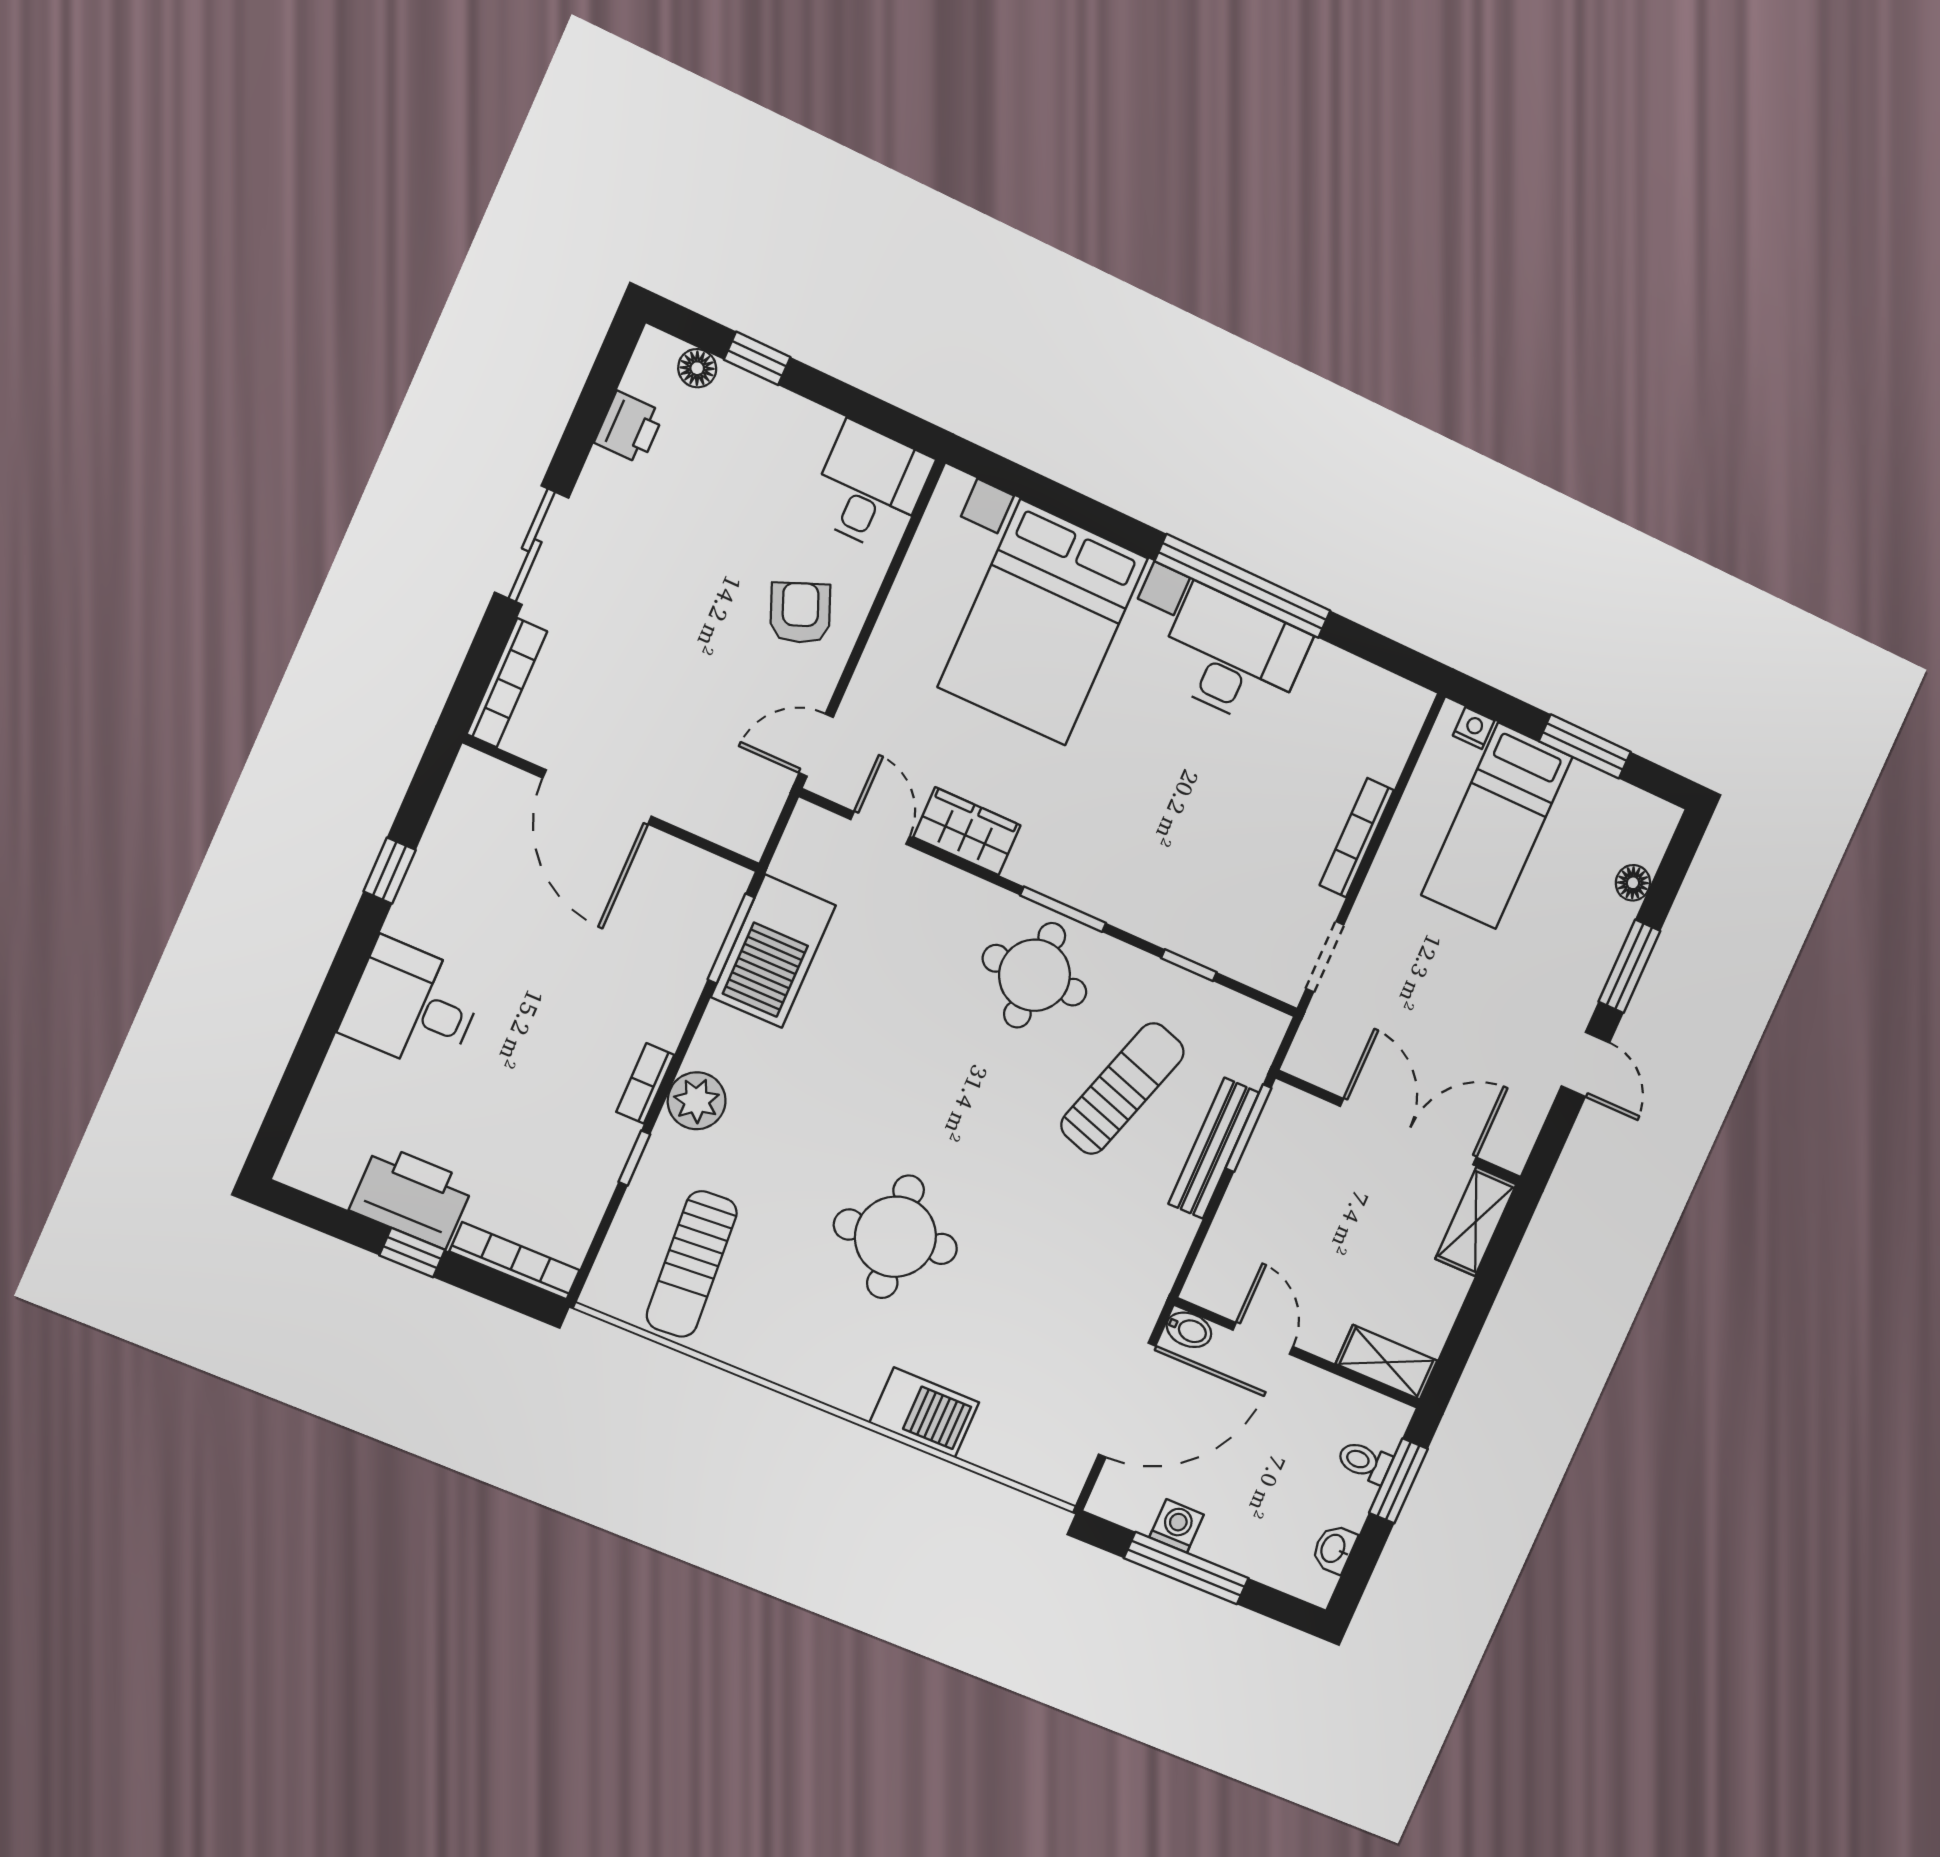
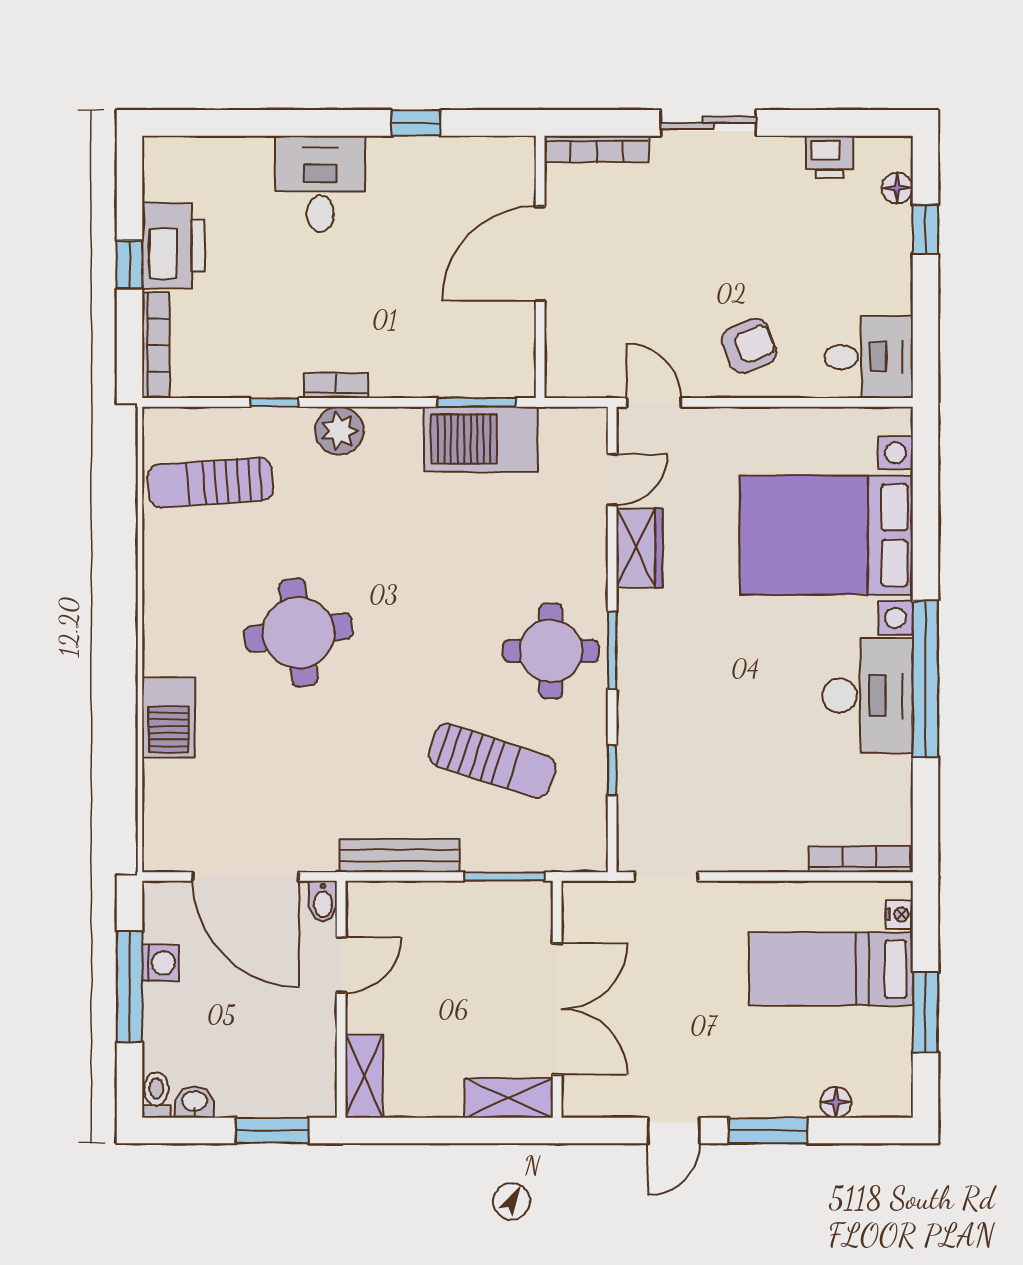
bookcase: (1357, 838) -> (859, 859), moved
bench: (1214, 1148) -> (399, 856), moved
toilet: (1364, 1462) -> (156, 1095), moved

